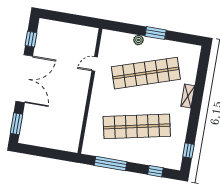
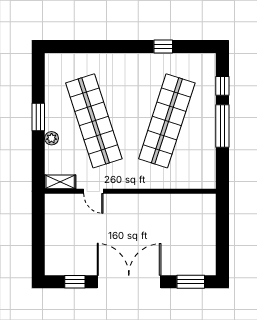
shelving: (188, 96) -> (60, 182), moved
shop shelf: (137, 126) -> (167, 121), turned 30
window: (188, 151) -> (163, 46), moved
window: (111, 164) -> (222, 126), moved

